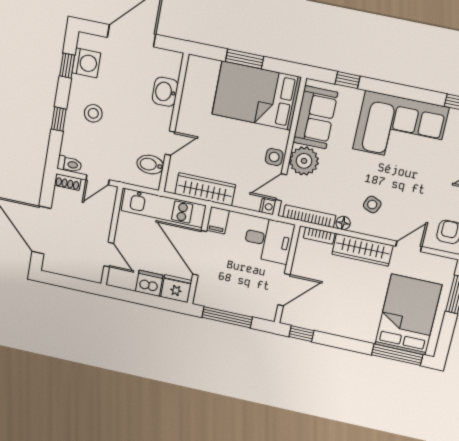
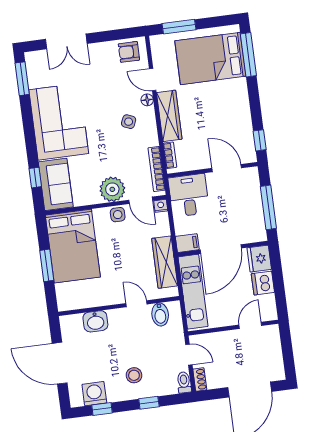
sofa: (315, 117) -> (56, 184), moved, turned 90
floor lamp: (343, 223) -> (147, 100), moved

